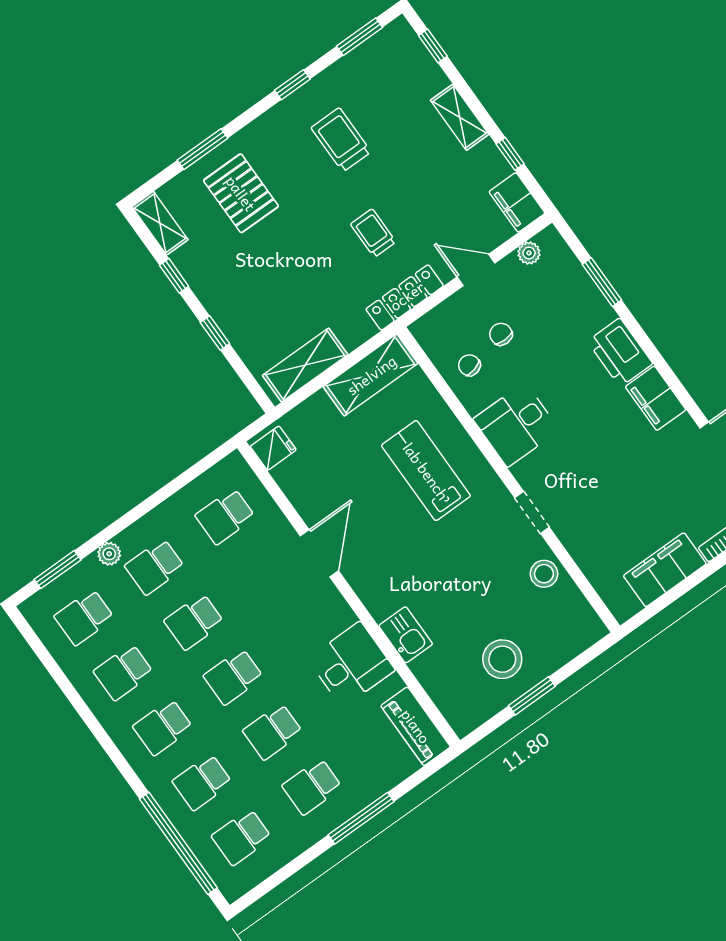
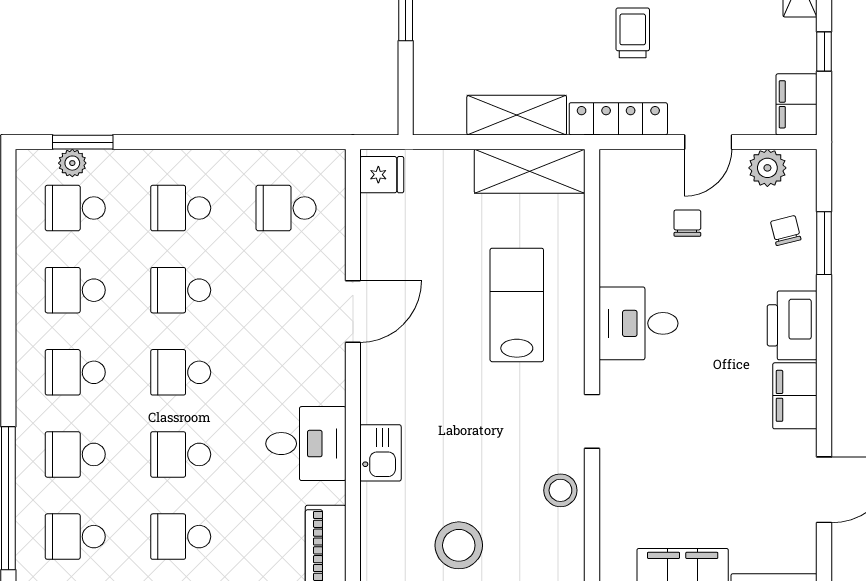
plant: (529, 253) -> (767, 168), width x1.38, depth x1.38
door: (476, 270) -> (708, 142), swing flipped
shelving: (305, 365) -> (517, 115), moved
chair: (469, 365) -> (786, 231), moved
plant: (109, 554) -> (72, 163), moved

